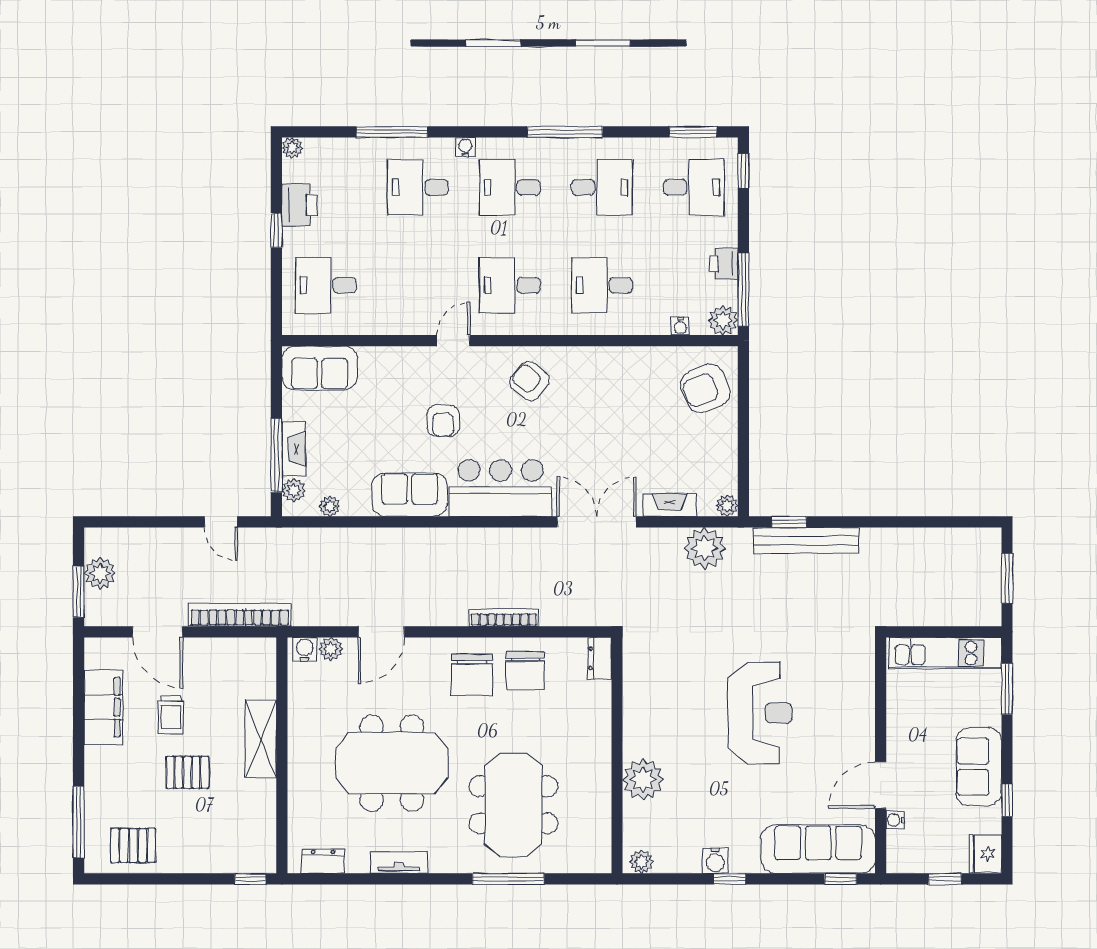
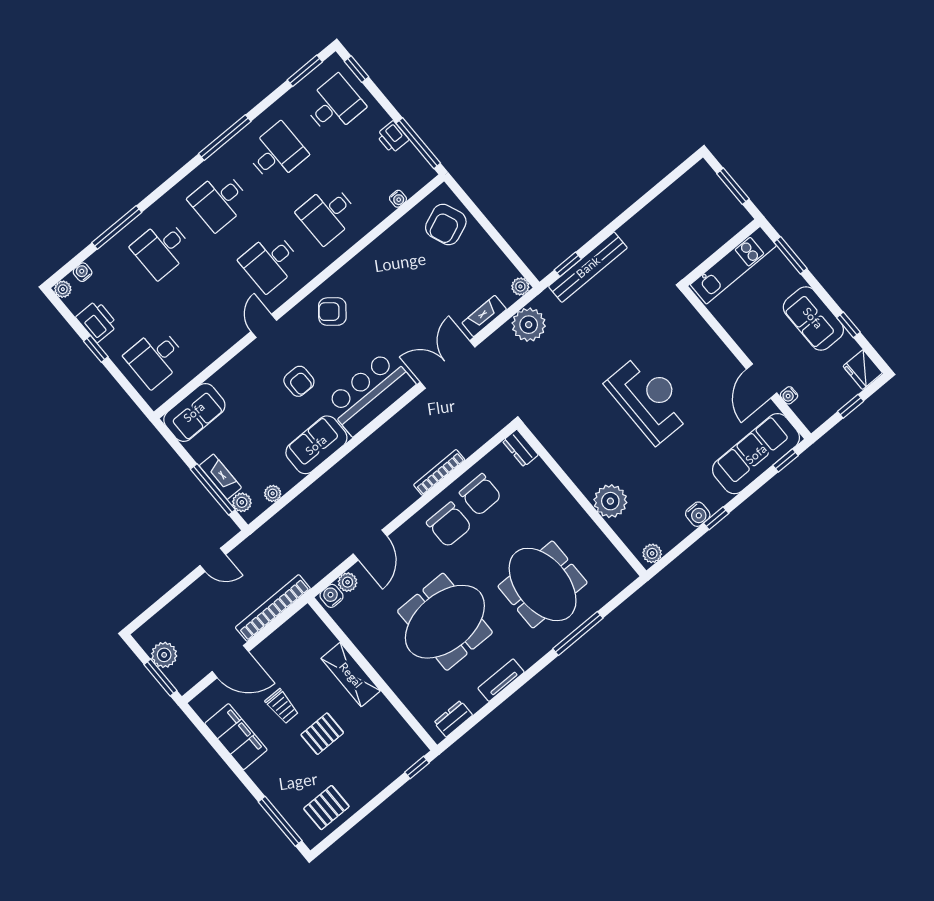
water cooler: (465, 147) -> (83, 272), moved
plant: (723, 320) -> (421, 173), removed

